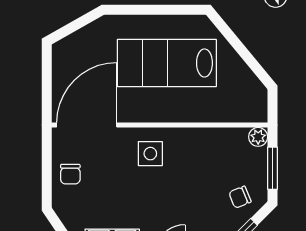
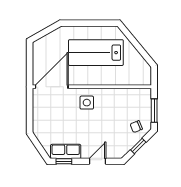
plant: (258, 137) -> (146, 93), removed
chair: (70, 174) -> (43, 114), removed

